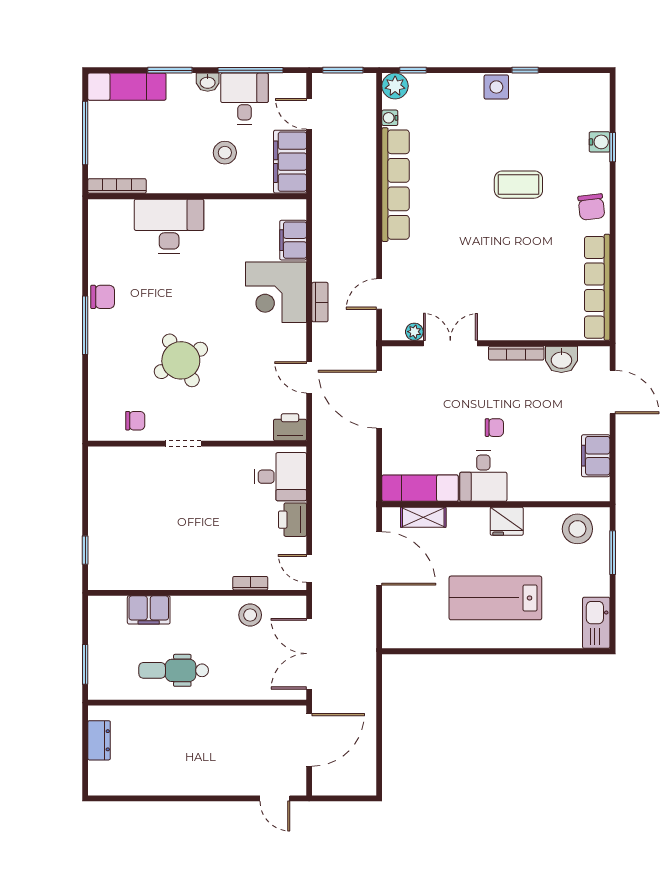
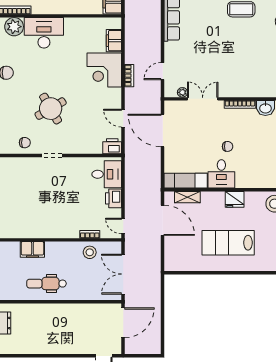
plant: (116, 215) -> (14, 27), added

